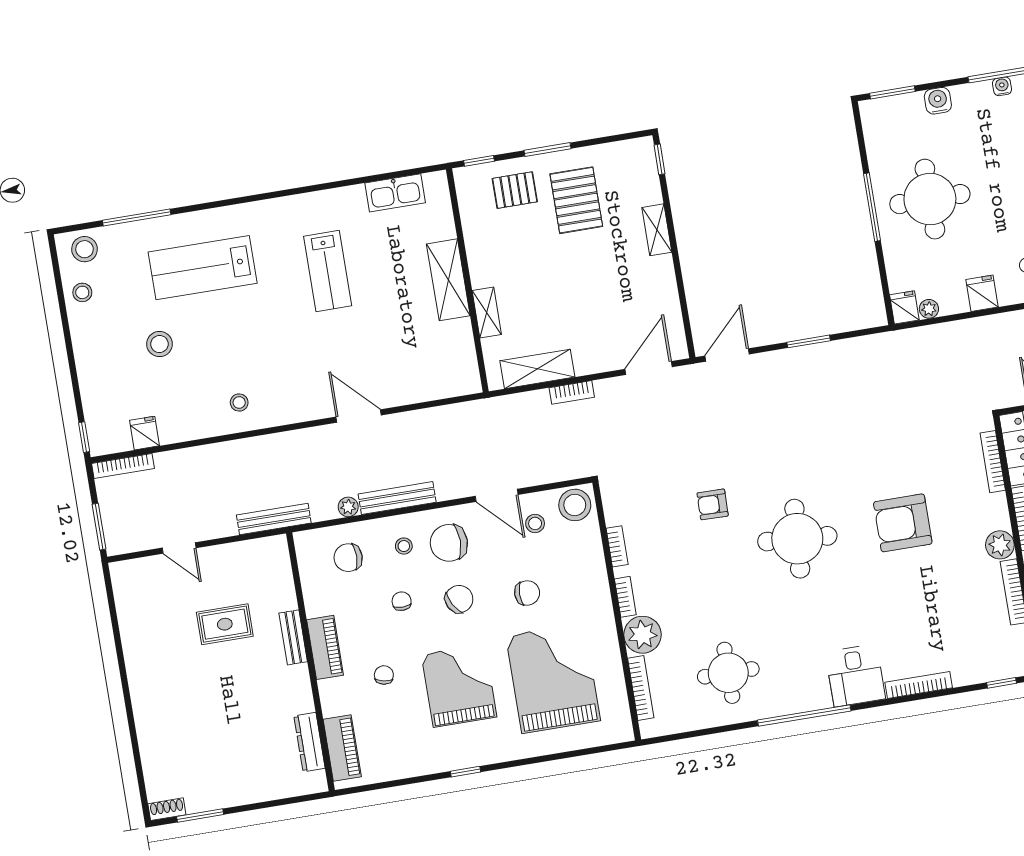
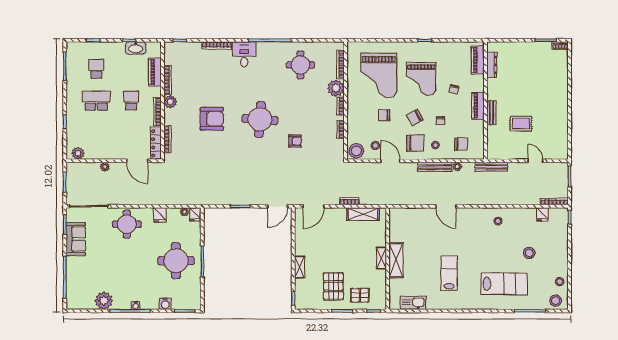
shelving: (487, 312) -> (381, 258), moved

